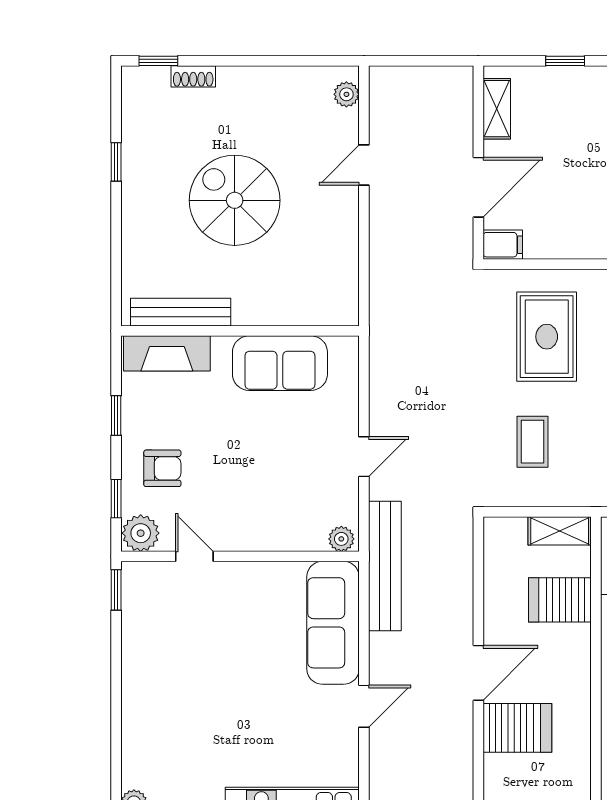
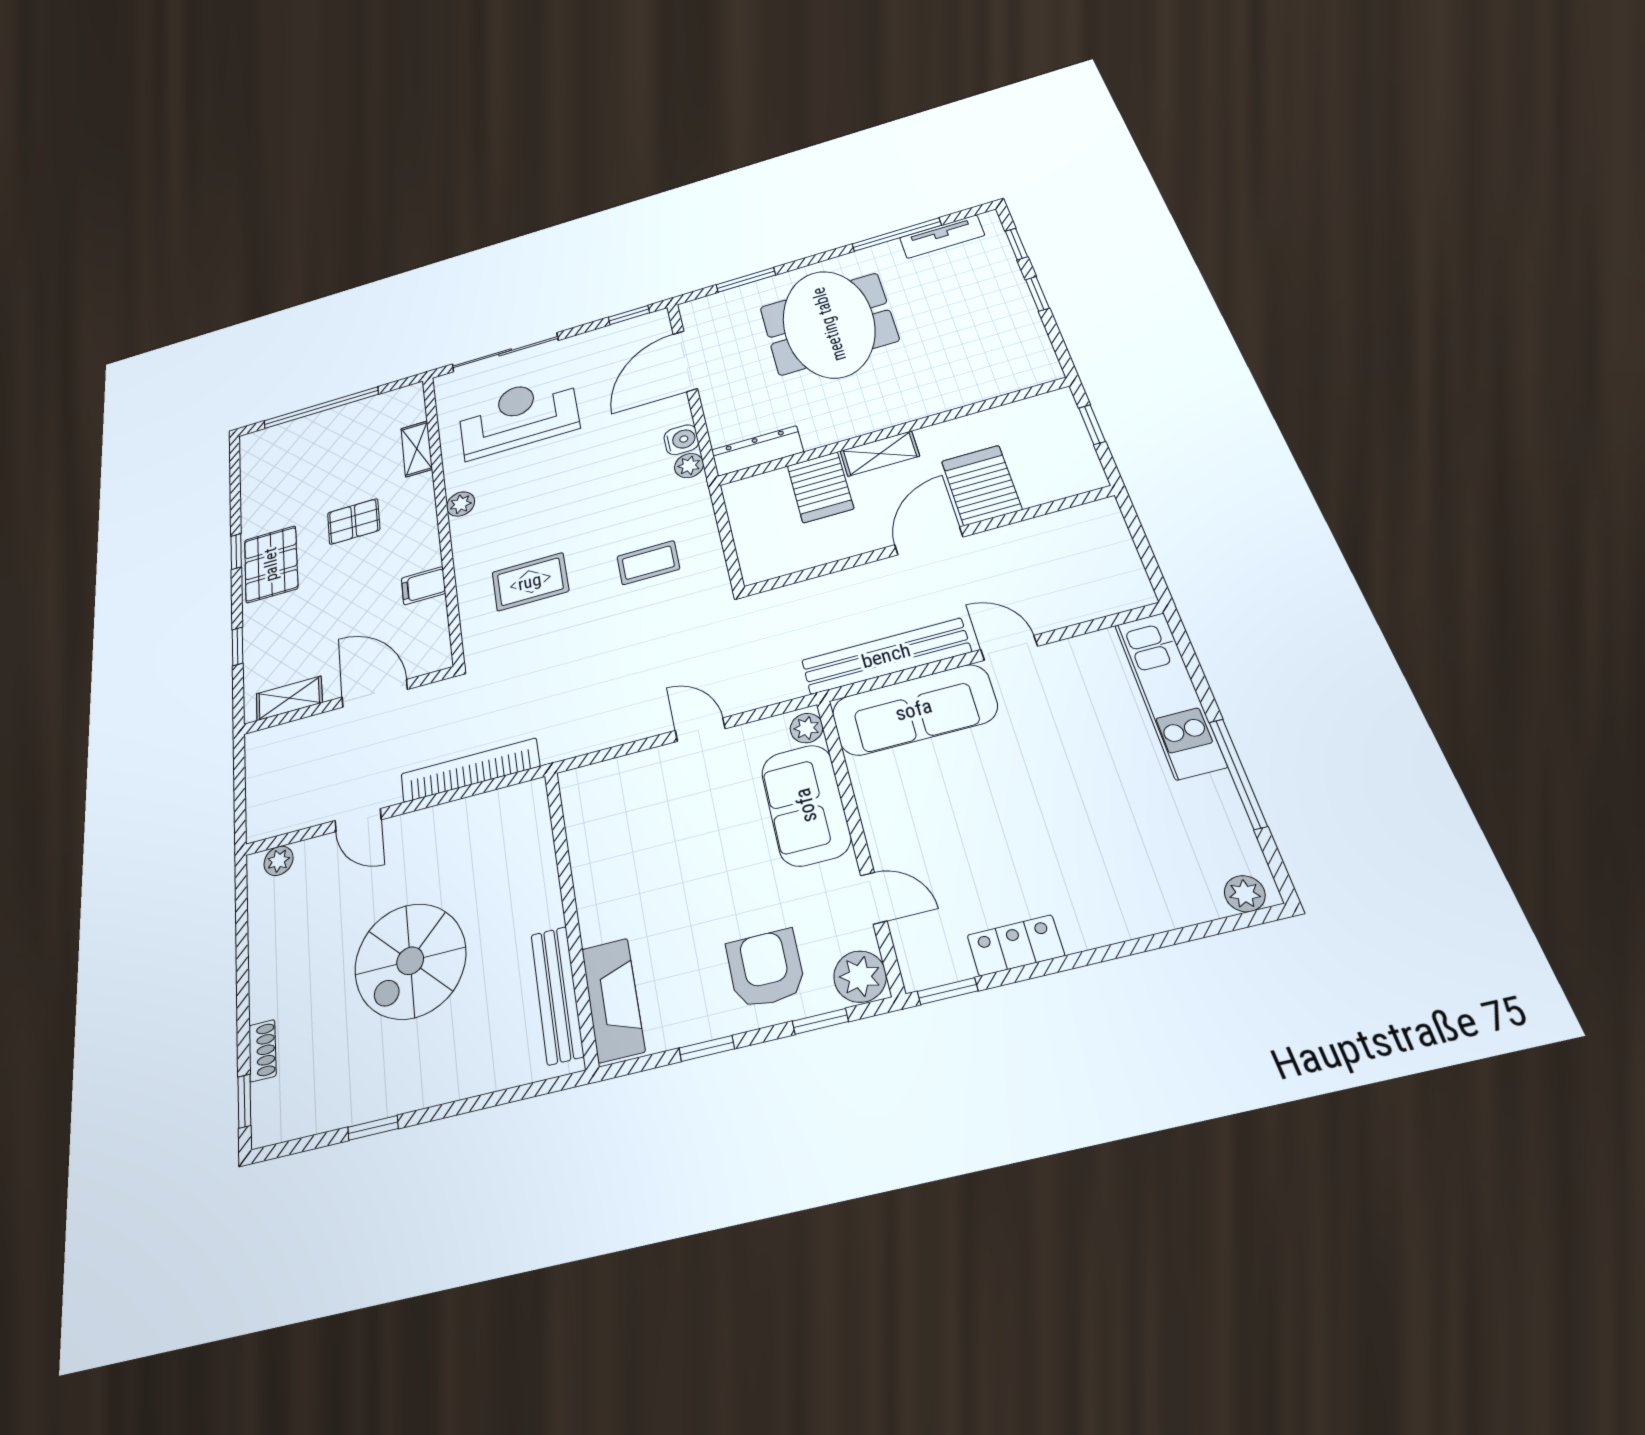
filing cabinet: (503, 245) -> (423, 586), moved, turned -90
bookcase: (382, 264) -> (470, 770), added
rug: (547, 337) -> (530, 582), width x0.73, depth x0.70
sofa: (280, 363) -> (806, 805), moved, turned 180
armchair: (162, 468) -> (766, 969), width x1.38, depth x1.38
shelving: (560, 531) -> (880, 454), moved, turned 90
door: (194, 556) -> (874, 898), swing flipped
bench: (385, 566) -> (886, 656), moved
locker: (136, 644) -> (1016, 945), added
door: (478, 673) -> (929, 541), hinge flipped

